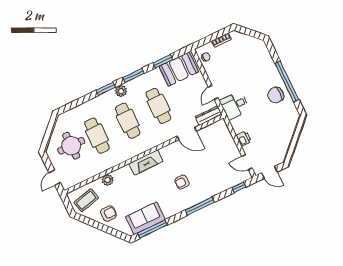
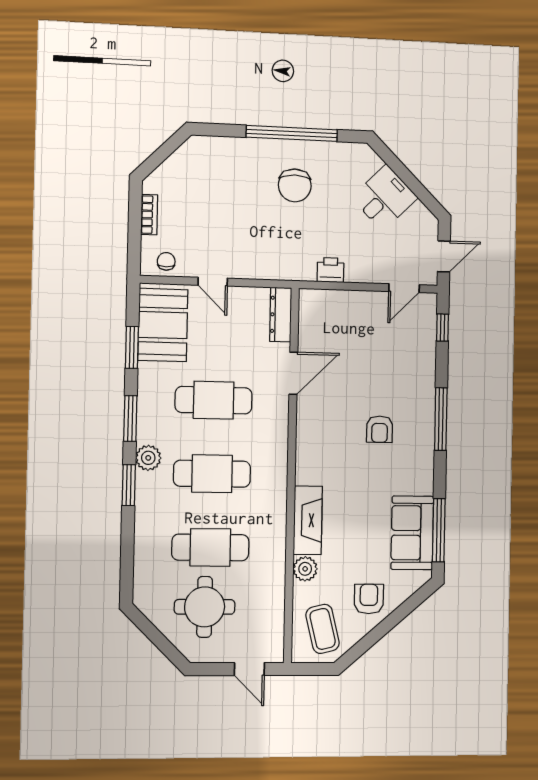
door: (213, 92) -> (213, 282), moved
chair: (276, 95) -> (295, 185), moved
desk: (235, 105) -> (384, 198), moved, turned -135
printer: (244, 139) -> (331, 270), moved
fireplace: (146, 162) -> (308, 520), moved

